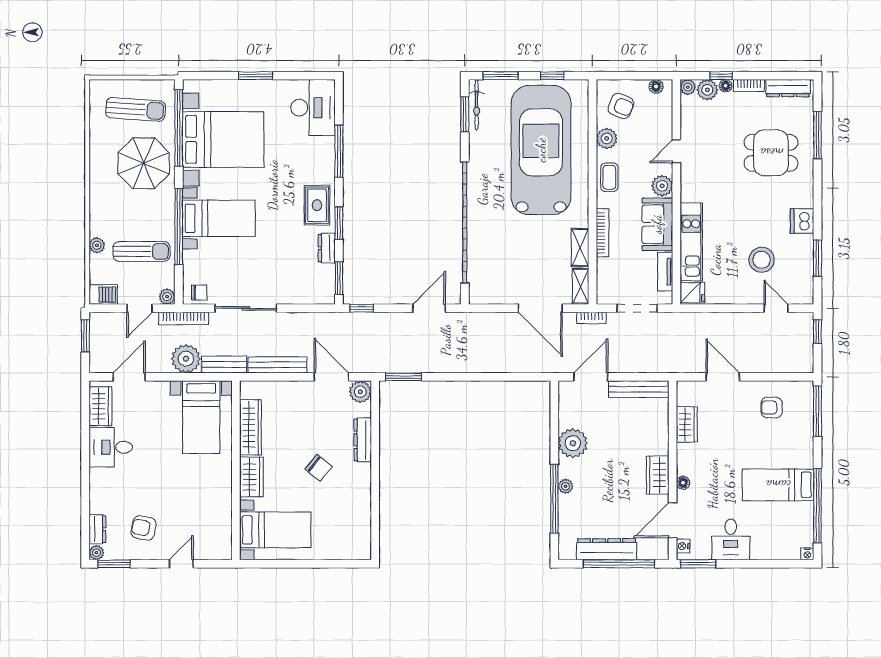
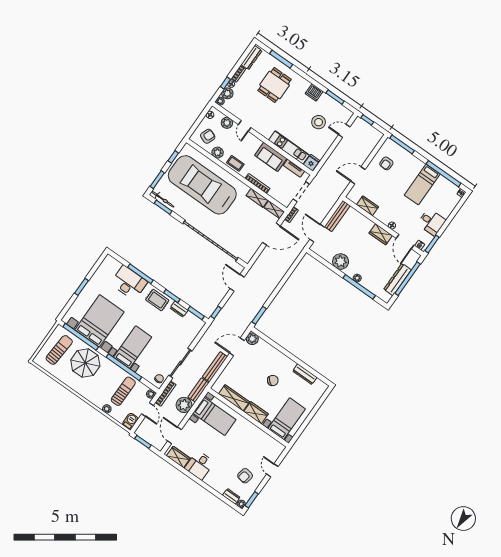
desk: (313, 108) -> (129, 283), moved
plant: (662, 186) -> (227, 123), moved
dresser: (363, 440) -> (305, 374), moved

